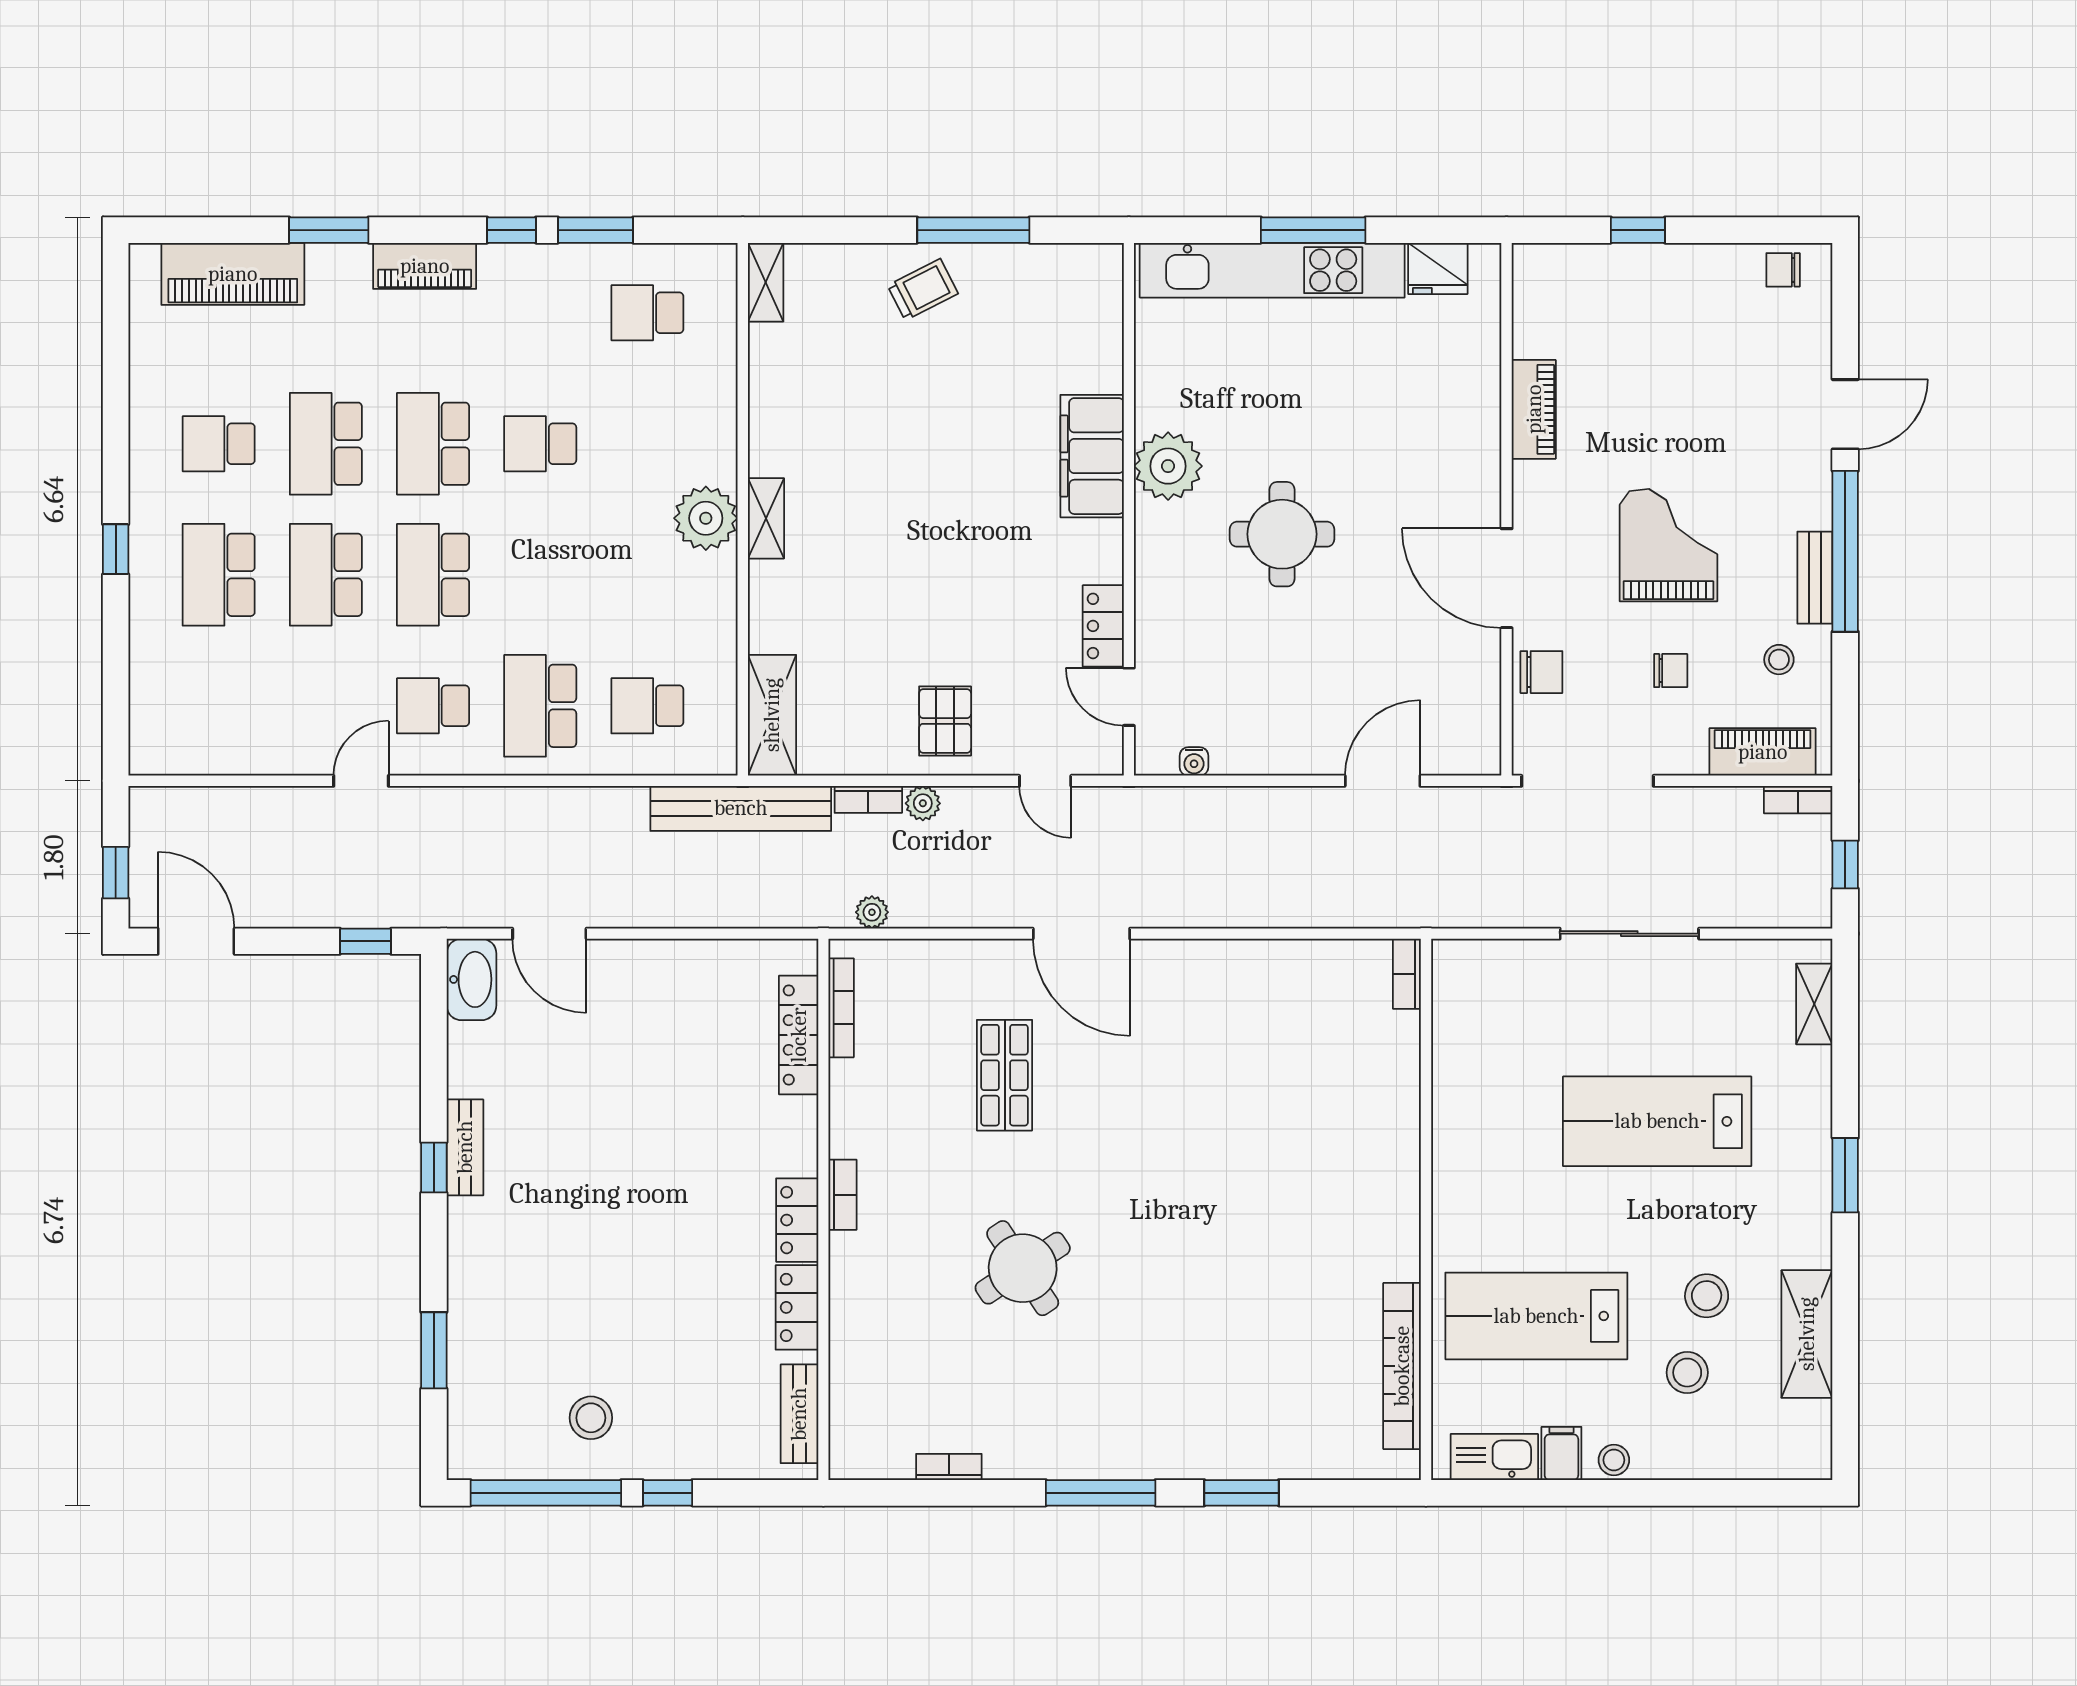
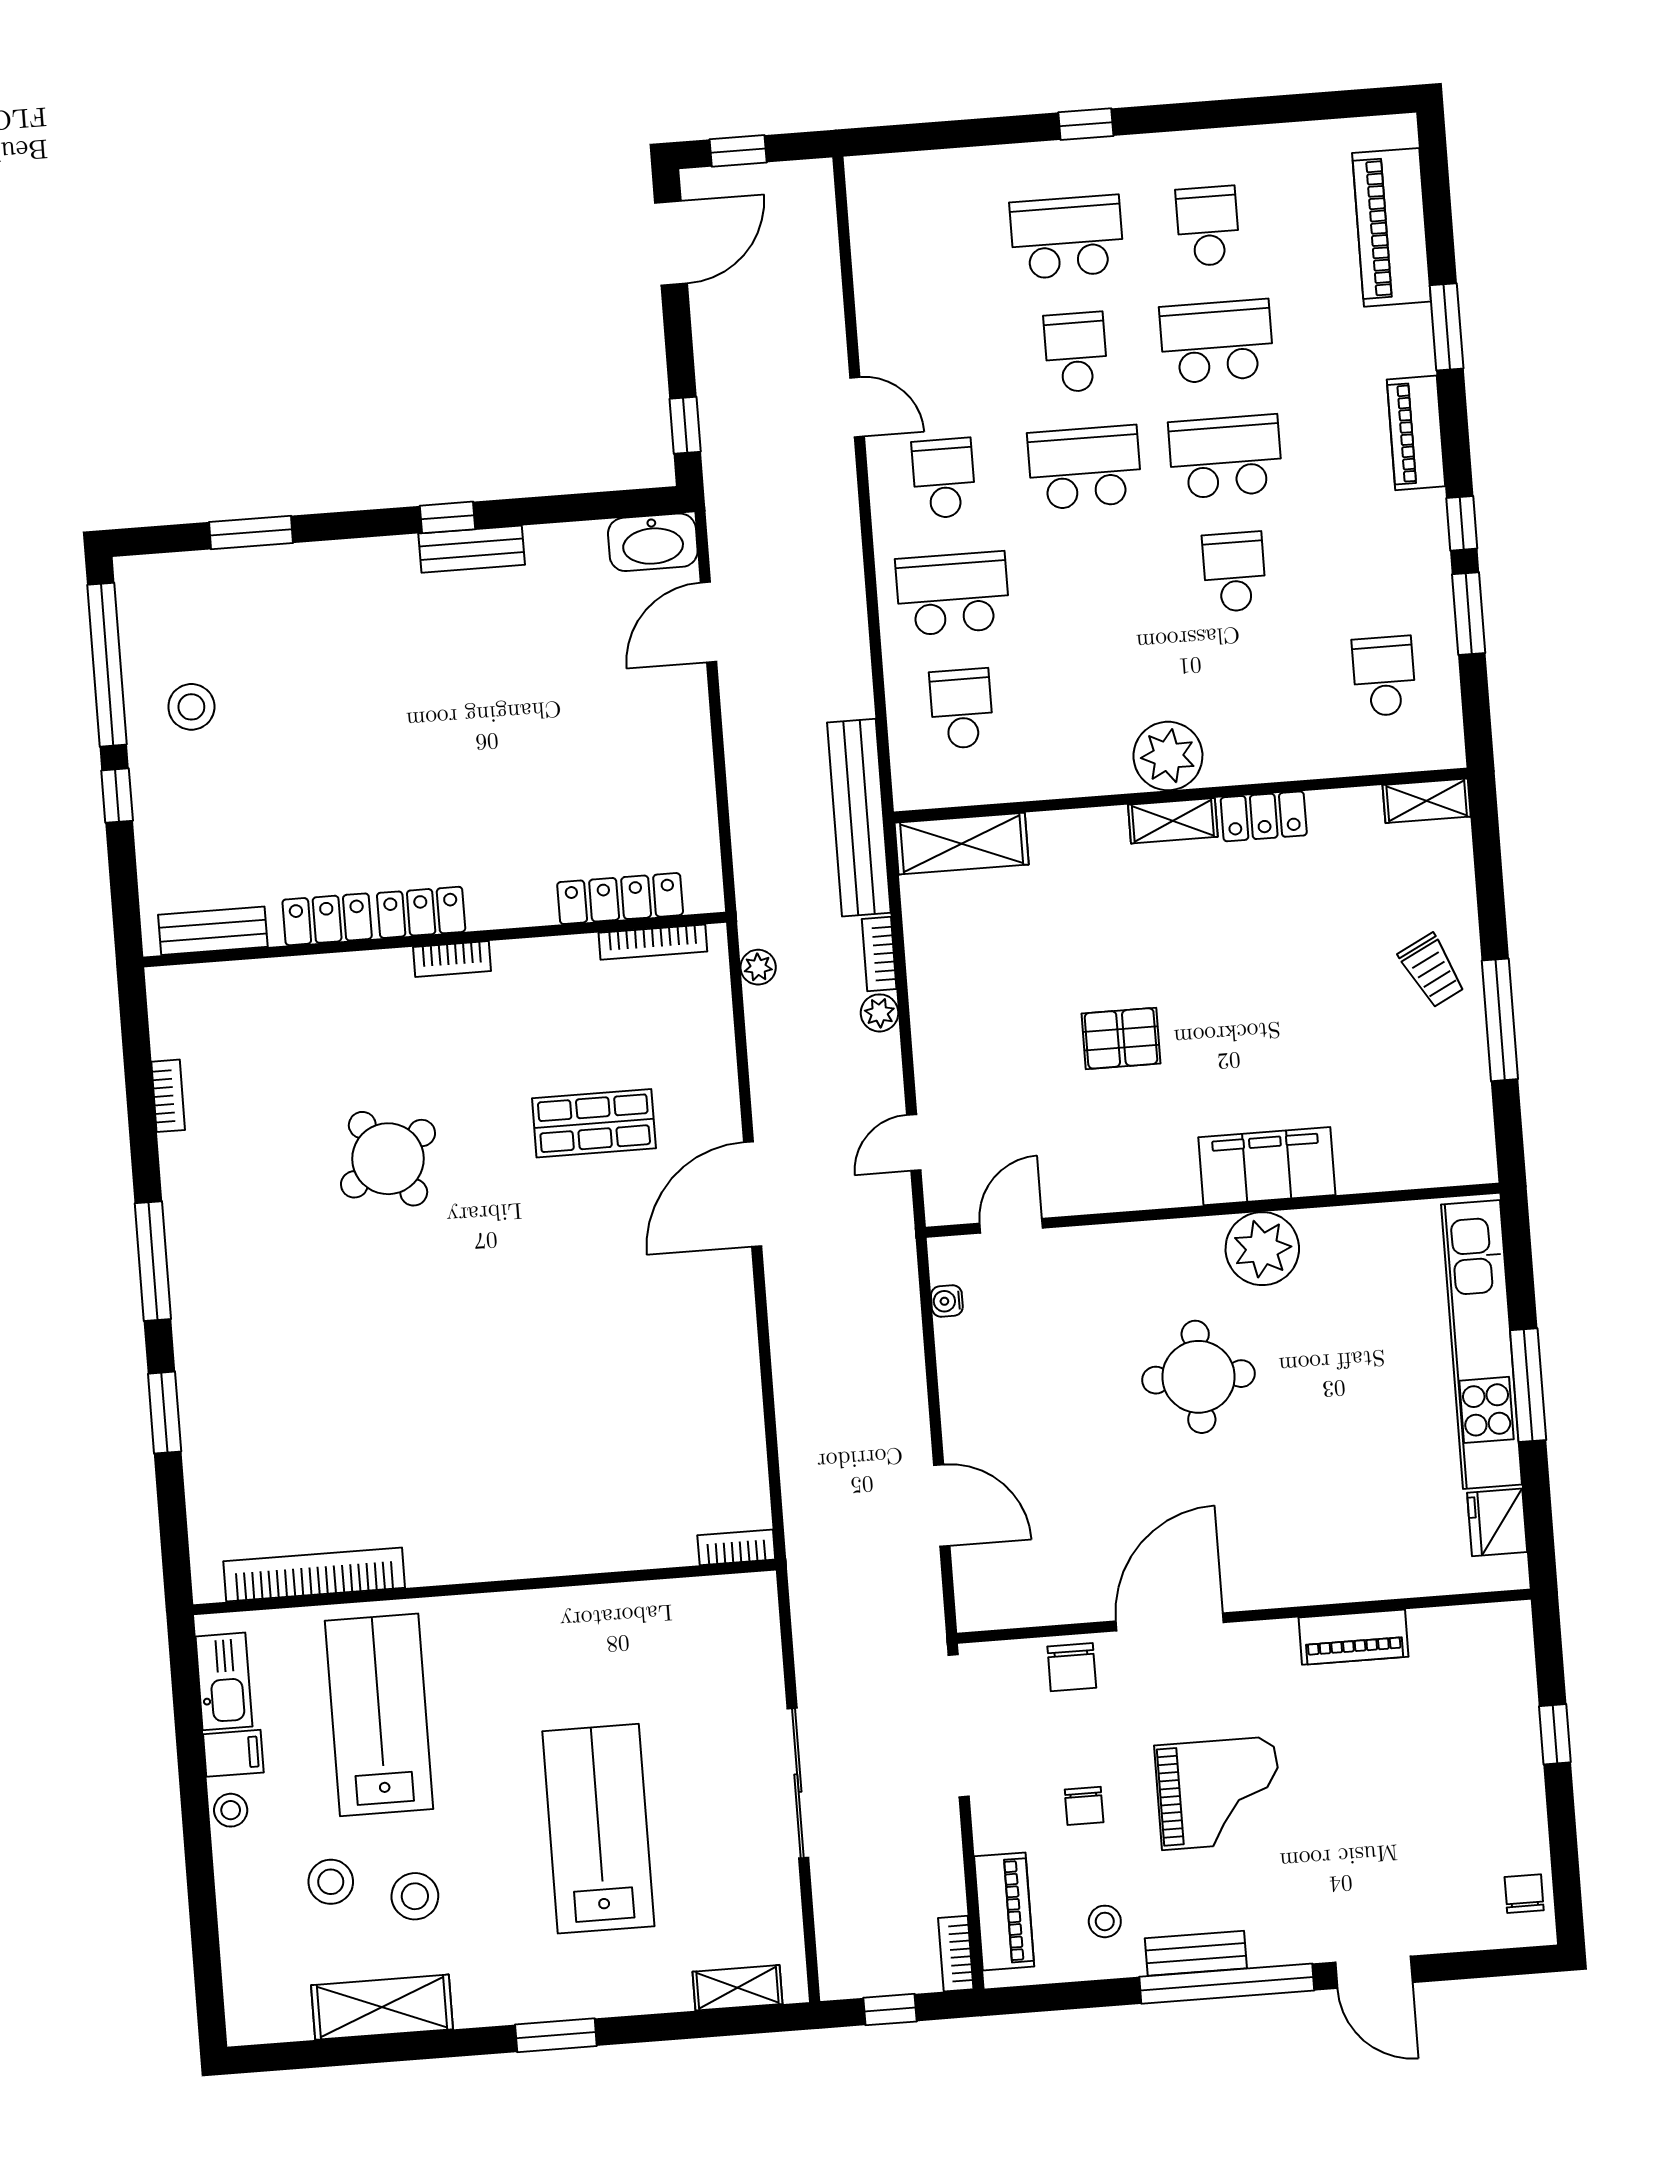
school desk: (326, 575) -> (1076, 352), width x0.54
locker: (1103, 626) -> (1264, 816), moved, turned 180
pallet: (945, 721) -> (1121, 1038), moved

